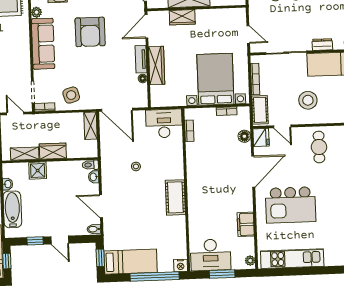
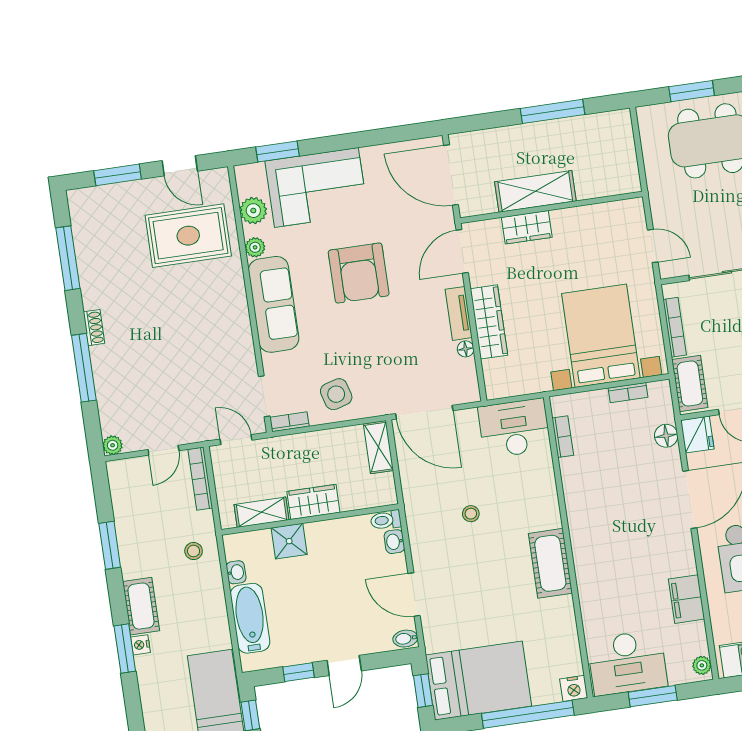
door: (60, 240) -> (344, 666), hinge flipped
bed: (131, 262) -> (479, 681), width x1.50

